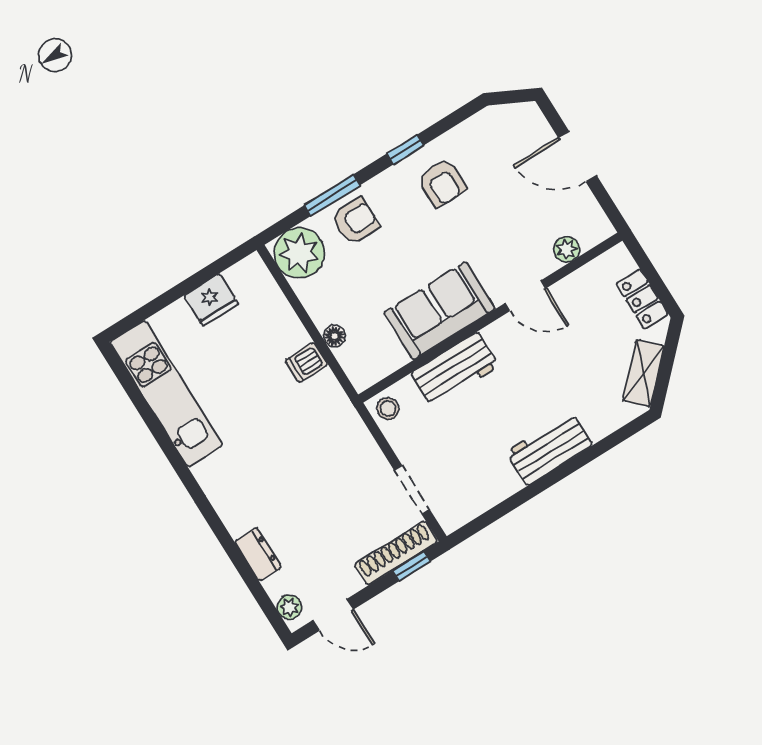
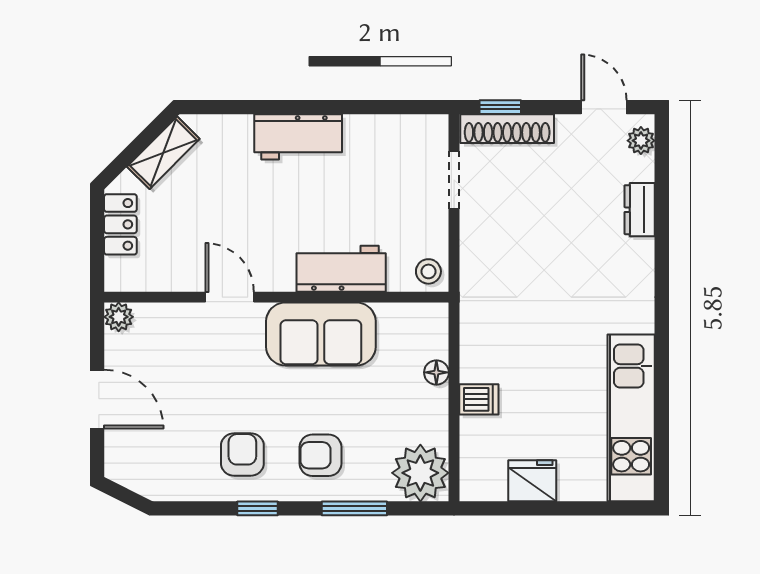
armchair: (355, 221) -> (320, 455), moved
plant: (567, 249) -> (119, 317), moved
dishwasher: (306, 363) -> (479, 399), moved

